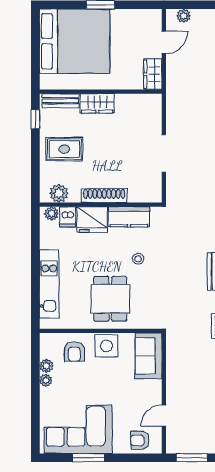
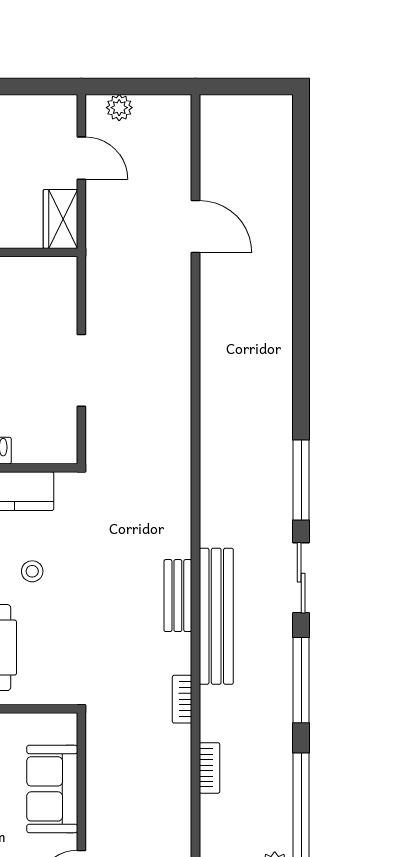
door: (164, 42) -> (81, 158), hinge flipped
sofa: (149, 356) -> (52, 789), moved

